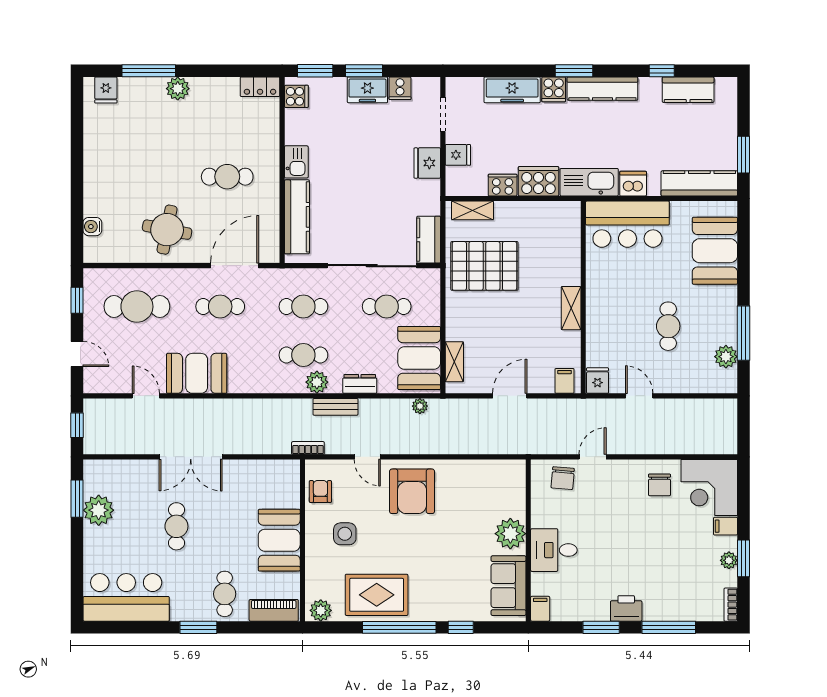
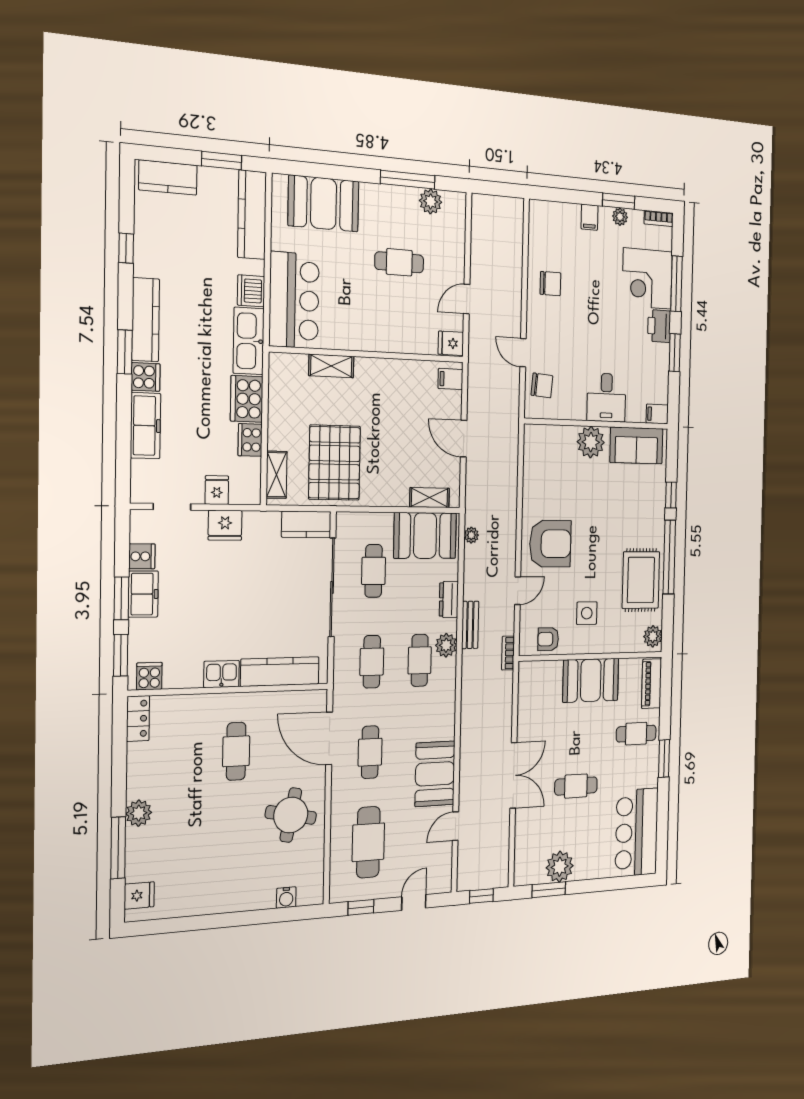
kitchen counter: (688, 90) -> (168, 177), moved, turned 90
shelving: (571, 308) -> (331, 366), moved
corner desk: (709, 487) -> (647, 279), moved, turned 90

